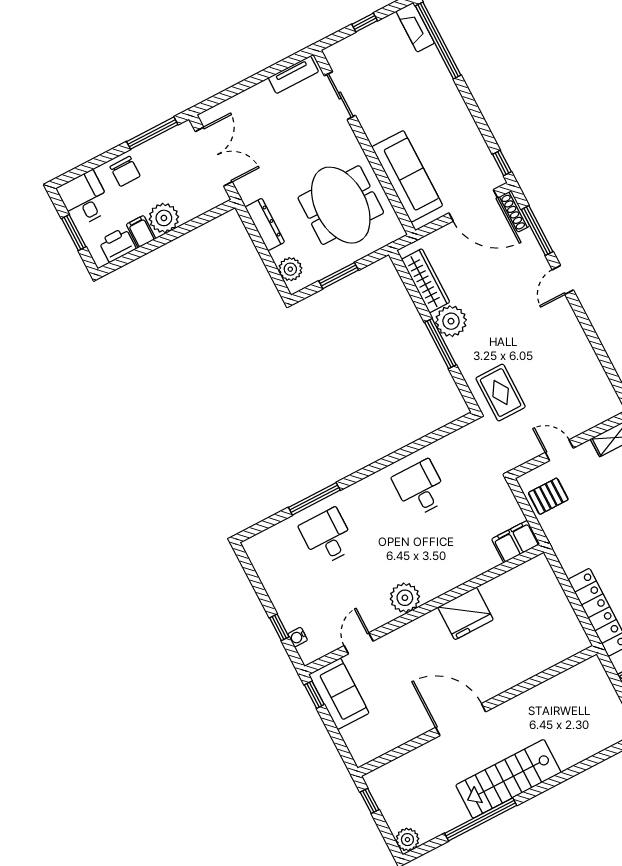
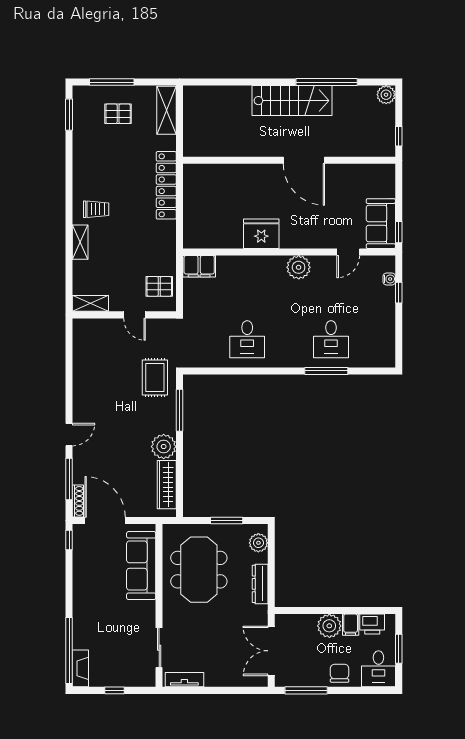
window: (440, 344) -> (179, 410), moved

